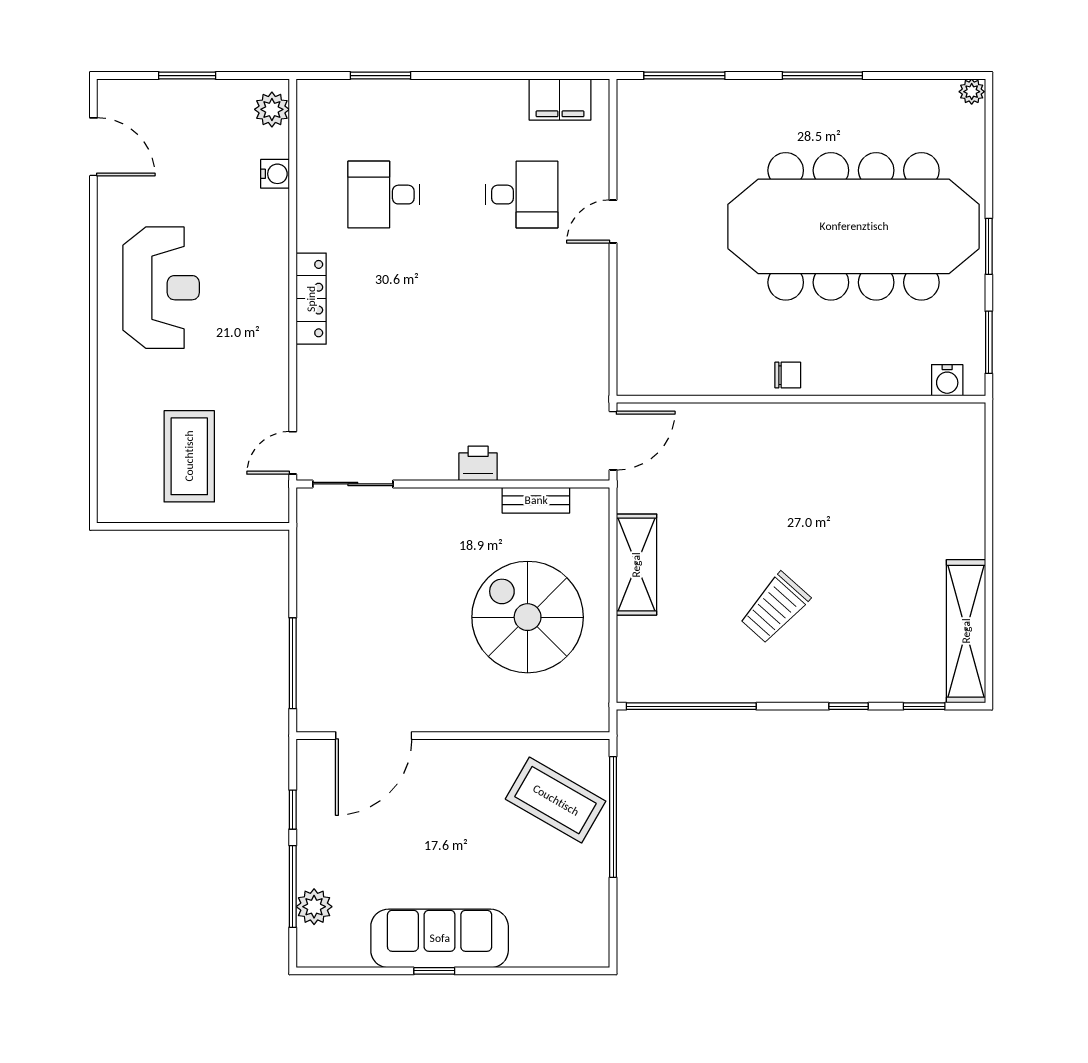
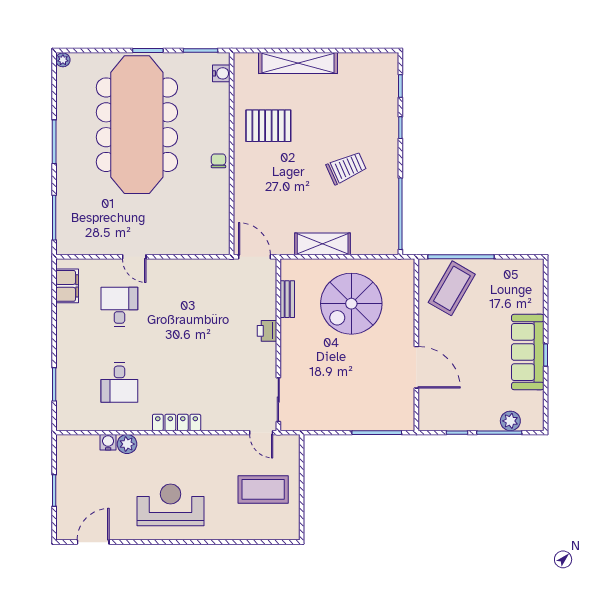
plant: (272, 109) -> (127, 444), moved
pallet: (852, 466) -> (268, 126), added
trolley: (775, 608) -> (346, 168), turned -66
shelving: (966, 631) -> (298, 63), moved
door: (374, 736) -> (416, 367), moved

